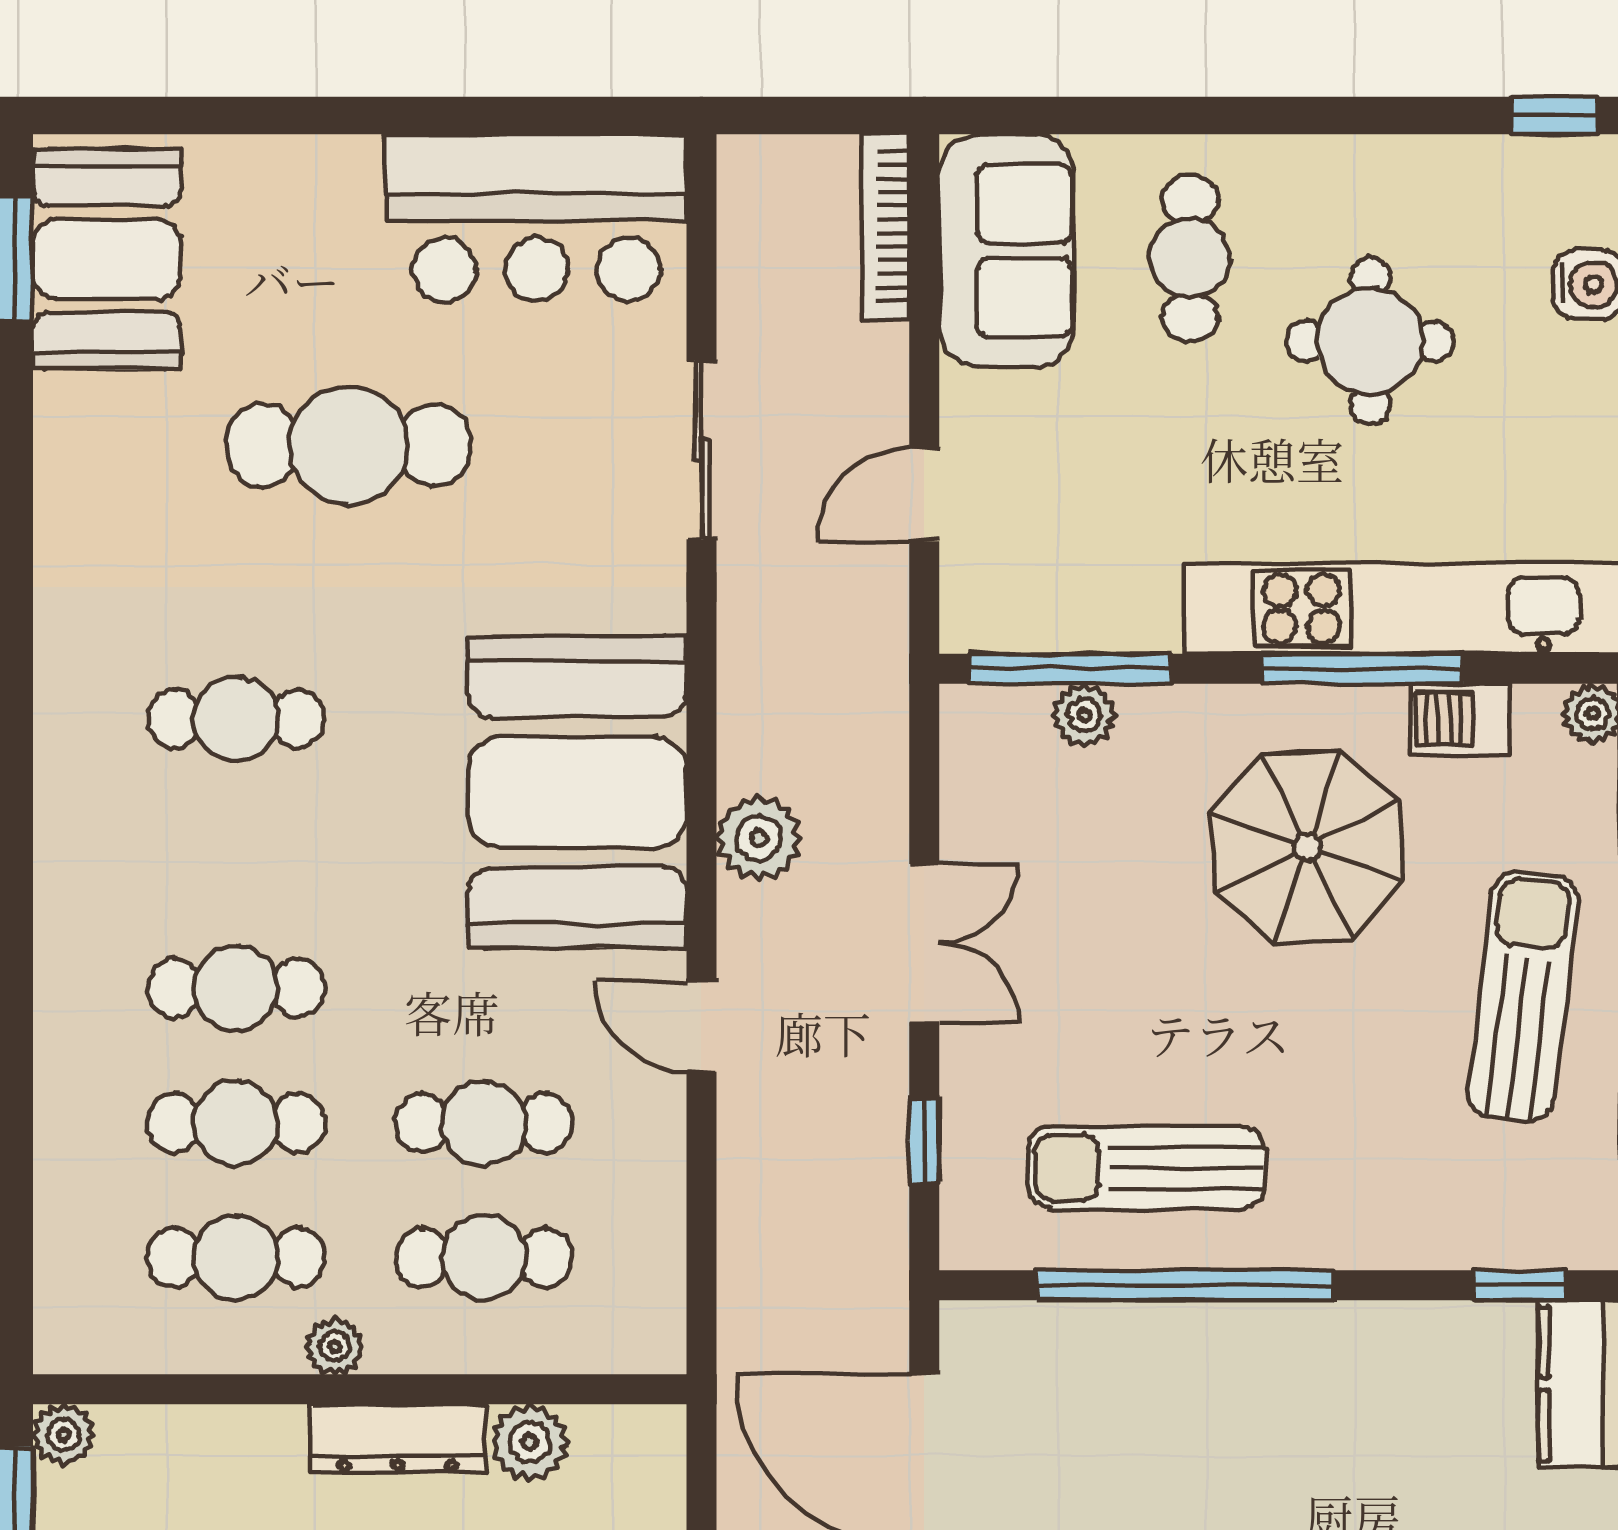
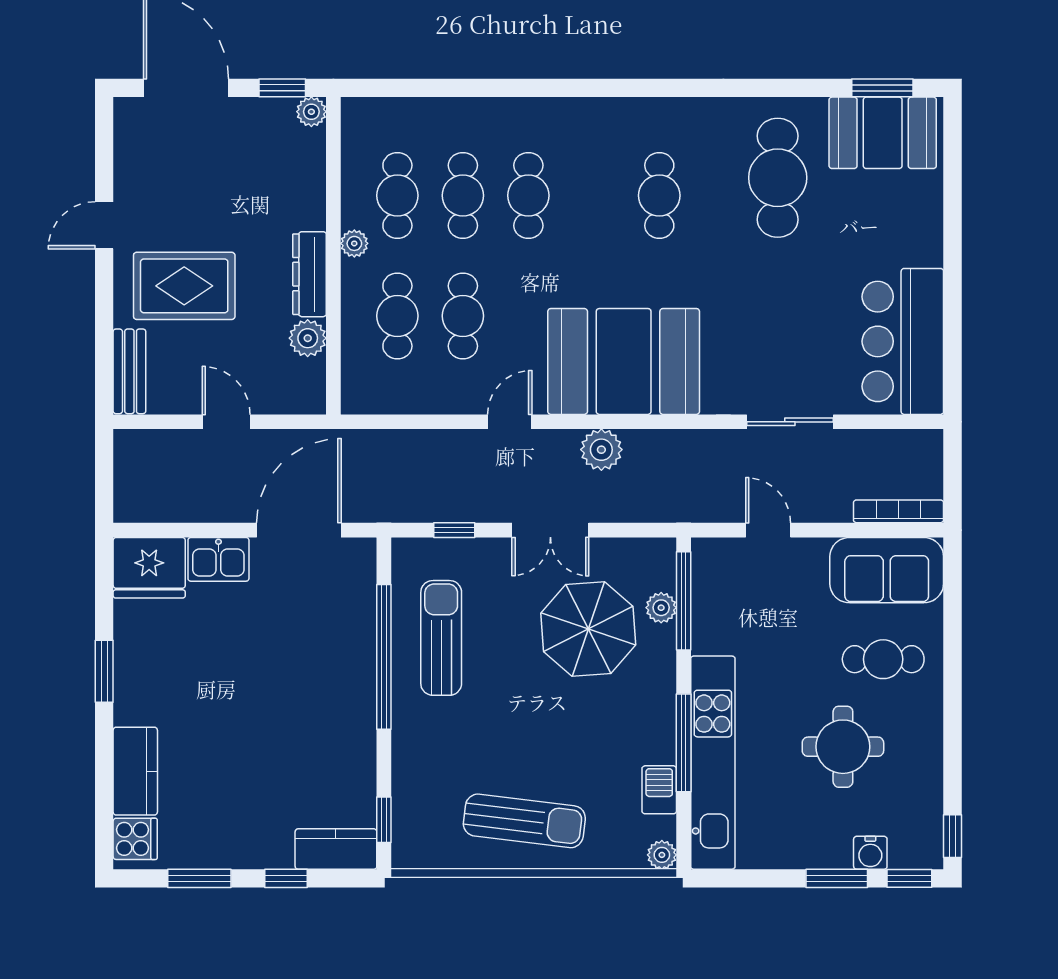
cafe table: (349, 445) -> (778, 178), moved
parasol: (1307, 847) -> (588, 629), moved

